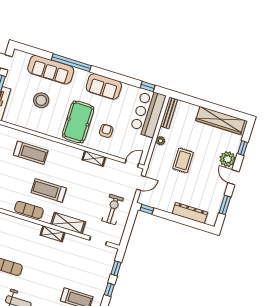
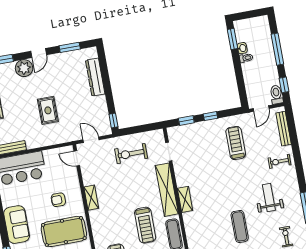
plant: (161, 141) -> (40, 142), removed
rug: (183, 160) -> (48, 110), turned 90
shelving: (68, 223) -> (167, 190), width x1.47

